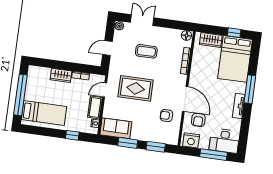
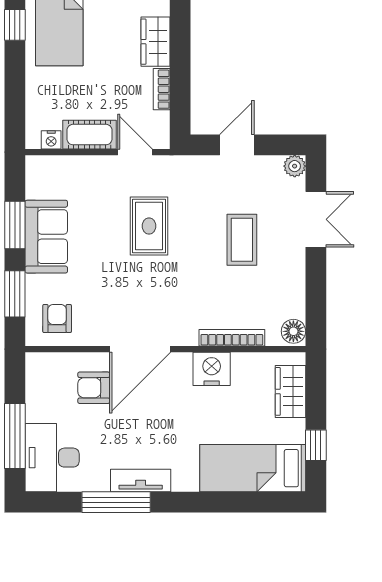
door: (107, 48) -> (237, 145), hinge flipped
bed: (235, 59) -> (253, 468), width x0.67
rug: (136, 88) -> (149, 226), width x0.73, depth x0.70
window: (250, 89) -> (116, 502), moved
armchair: (166, 116) -> (57, 318), moved
sofa: (116, 128) -> (46, 237), moved
window: (72, 135) -> (15, 25), moved
nightstand: (191, 140) -> (212, 369), moved, turned 90

